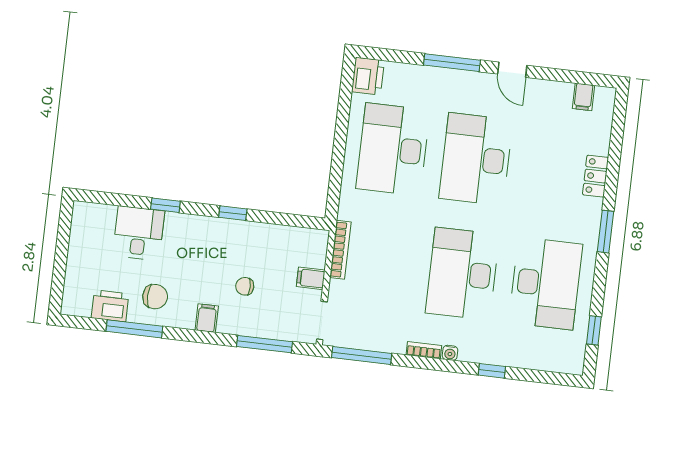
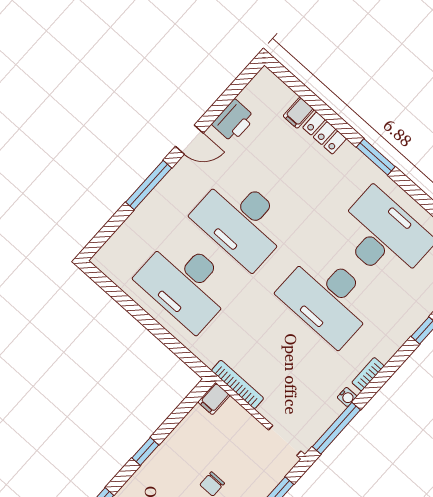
printer: (368, 76) -> (234, 121), moved, turned 90
filing cabinet: (583, 97) -> (299, 113), moved, turned 90
filing cabinet: (311, 278) -> (214, 399), moved
water cooler: (450, 353) -> (347, 397), moved

